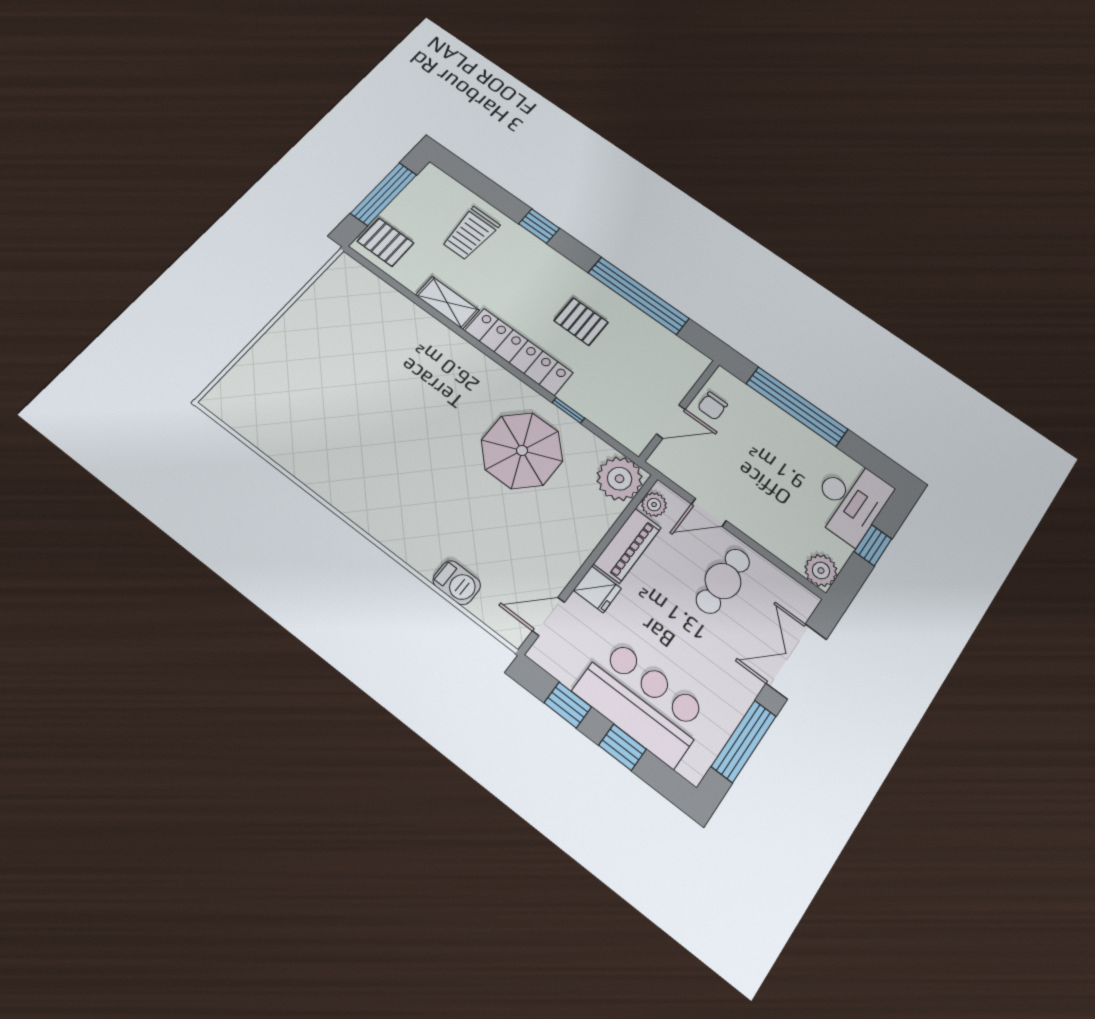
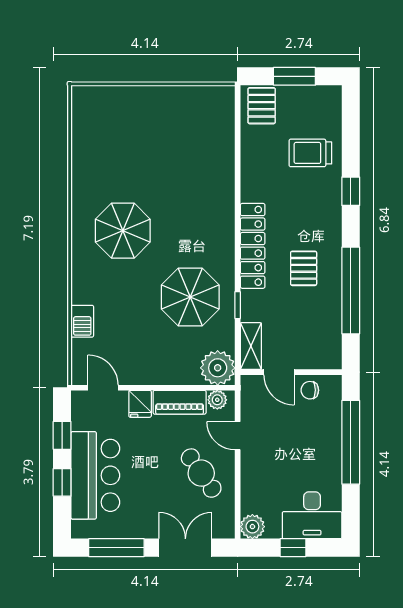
window: (384, 194) -> (294, 76), width x0.69
shelving: (447, 303) -> (251, 346), moved
parasol: (395, 466) -> (123, 231), added
cafe table: (723, 581) -> (201, 473), turned 55

